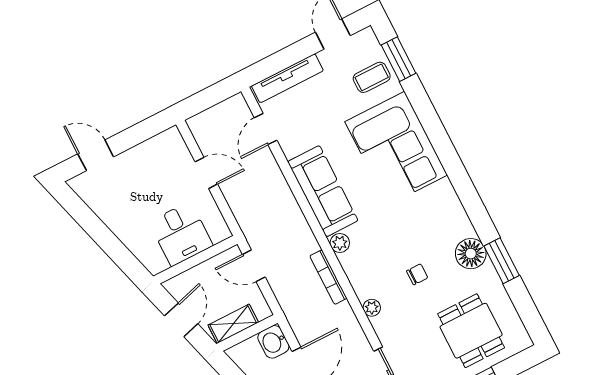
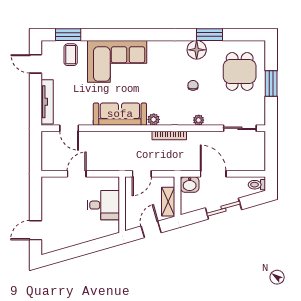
door: (181, 320) -> (151, 229), hinge flipped
dining table: (471, 331) -> (240, 71), turned 90

